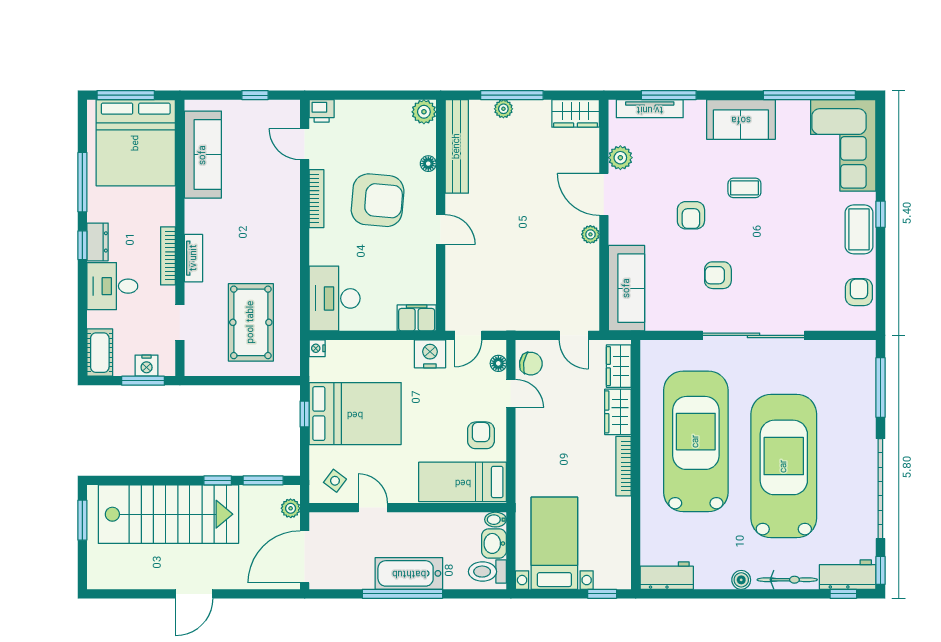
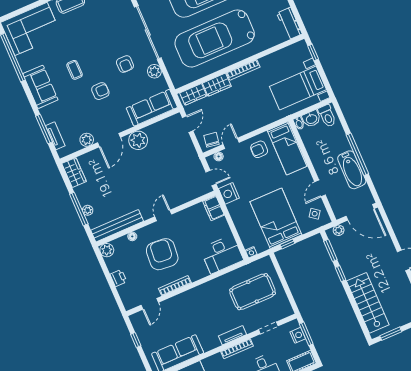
tv unit: (650, 109) -> (55, 136), width x0.71
printer: (322, 111) -> (118, 278), moved
plant: (590, 234) -> (138, 140), width x1.87, depth x1.87
plant: (685, 319) -> (154, 71), added
stairs: (168, 514) -> (368, 303), width x0.73, depth x0.66
bathtub: (409, 573) -> (352, 170), moved

